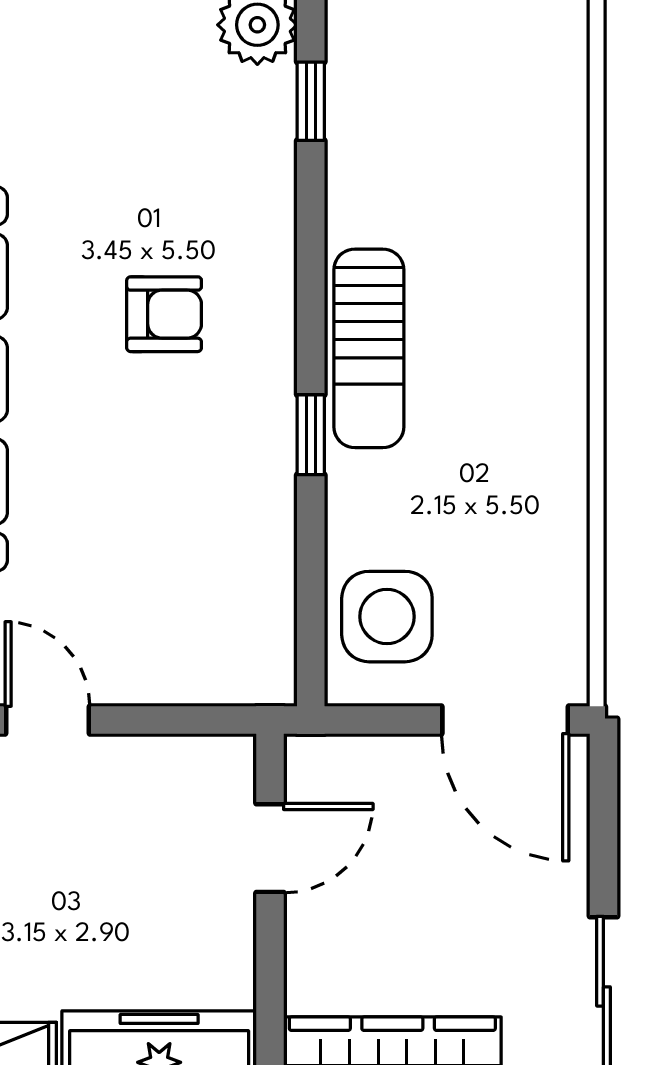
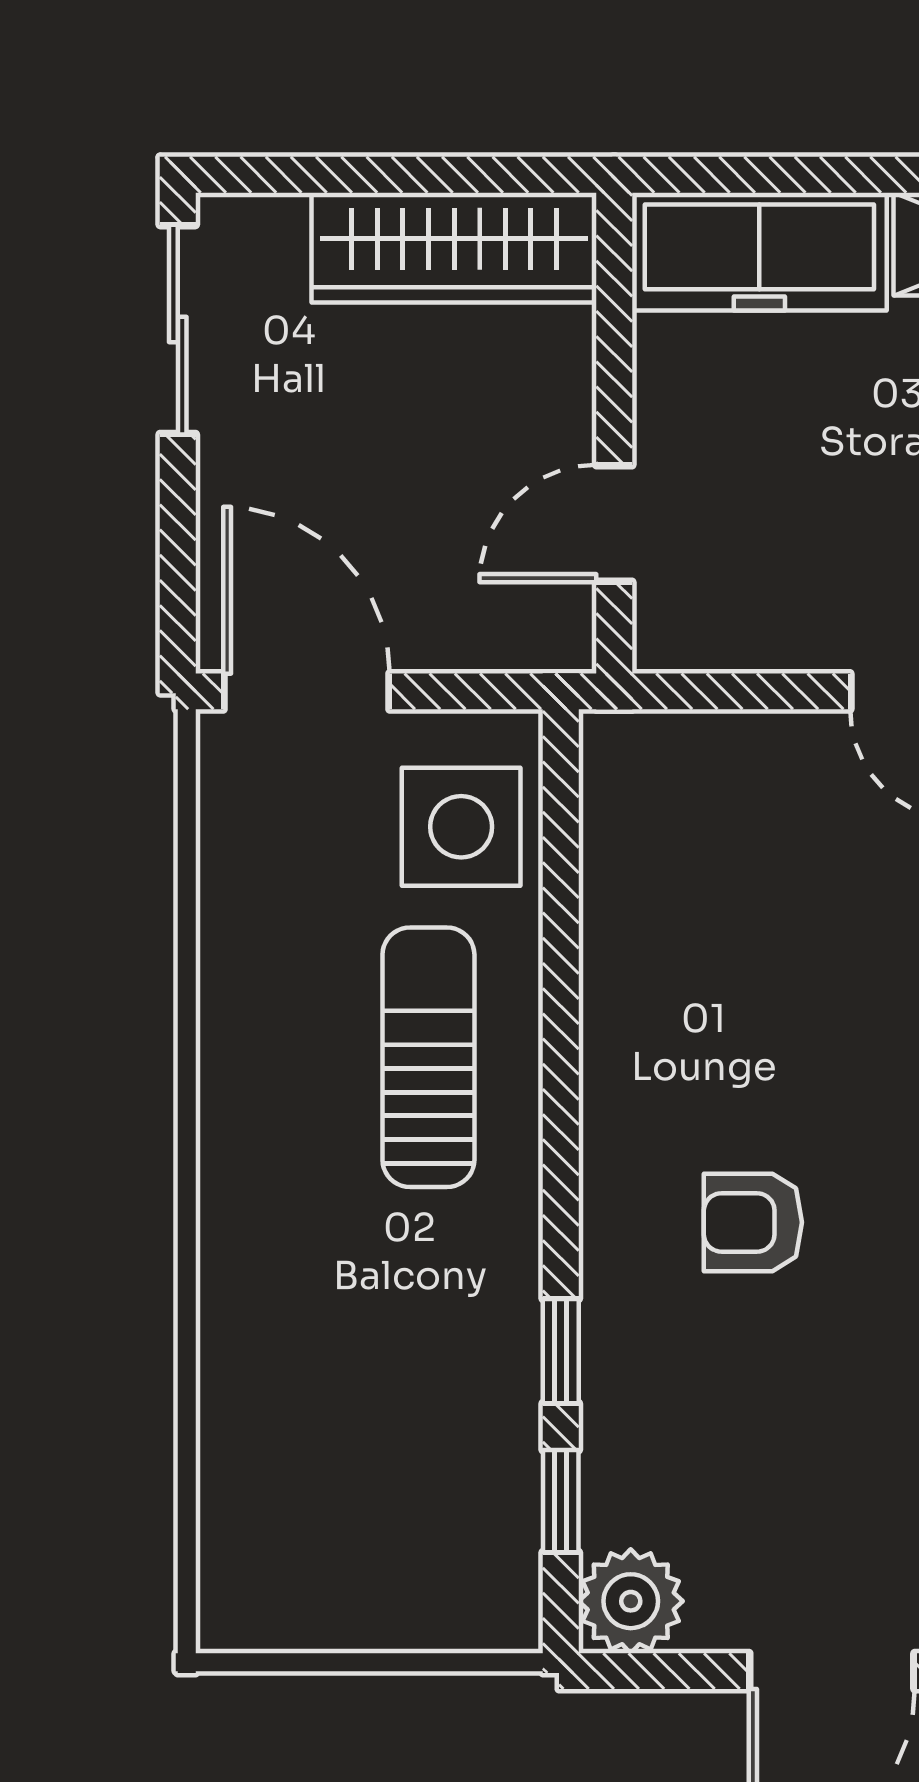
sun lounger: (369, 348) -> (428, 1057), moved
window: (311, 435) -> (561, 1351), moved

